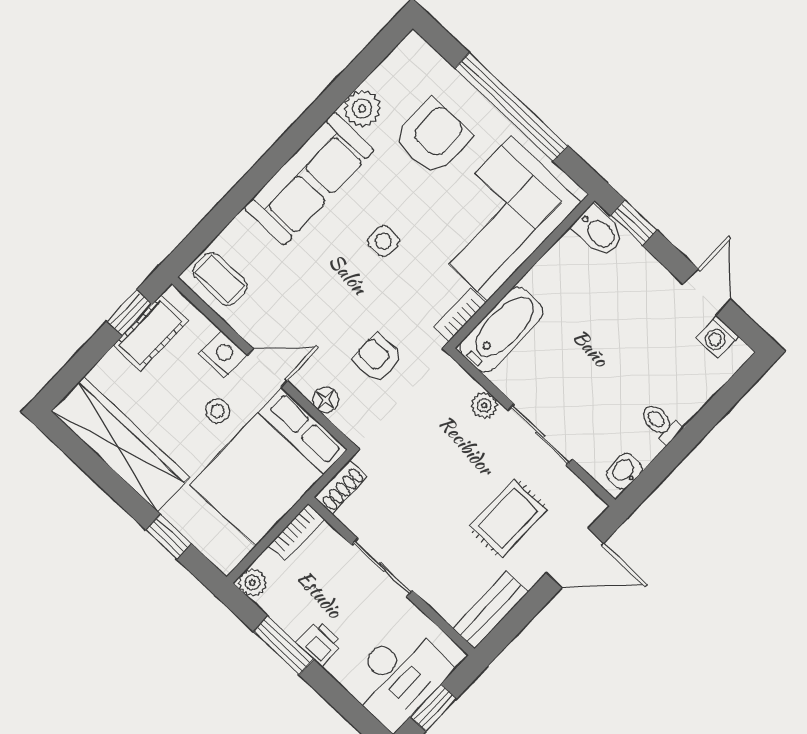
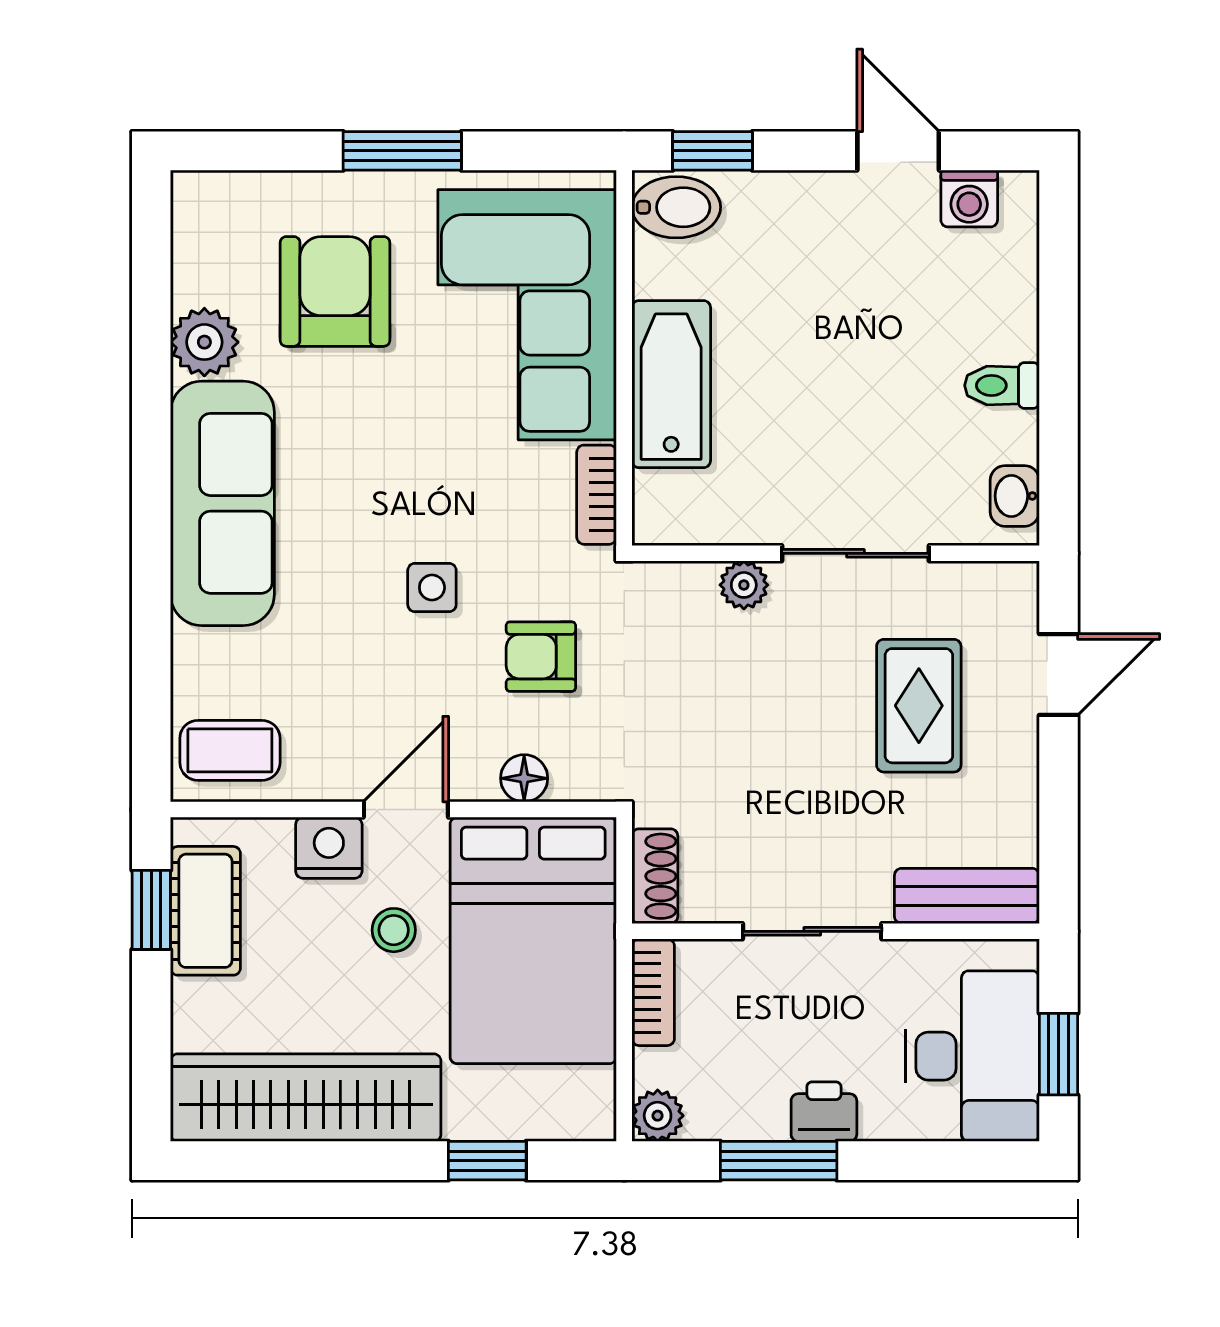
window: (511, 107) -> (402, 151), width x0.47
side table: (383, 241) -> (432, 588), moved
bathtub: (501, 330) -> (671, 384), moved
door: (575, 558) -> (1058, 675), width x0.73
bench: (491, 610) -> (967, 896), moved, turned 90

